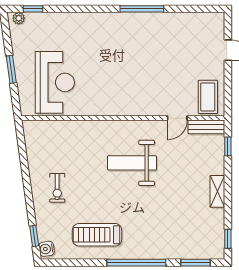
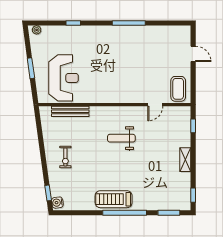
window: (33, 9) -> (73, 23), moved
bench: (206, 127) -> (70, 111), moved, width x1.36
weight bench: (132, 163) -> (121, 138), width x0.73, depth x0.75
treadmill: (97, 235) -> (114, 199), moved

